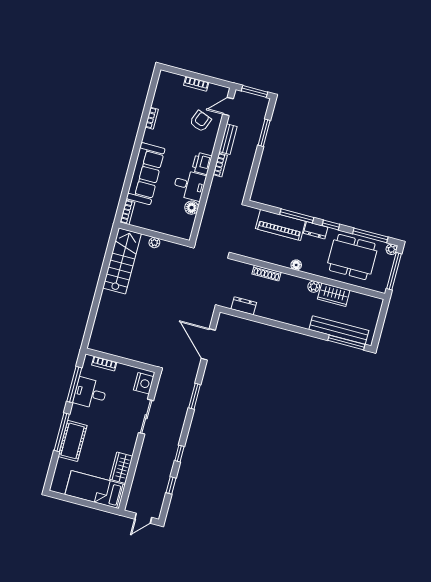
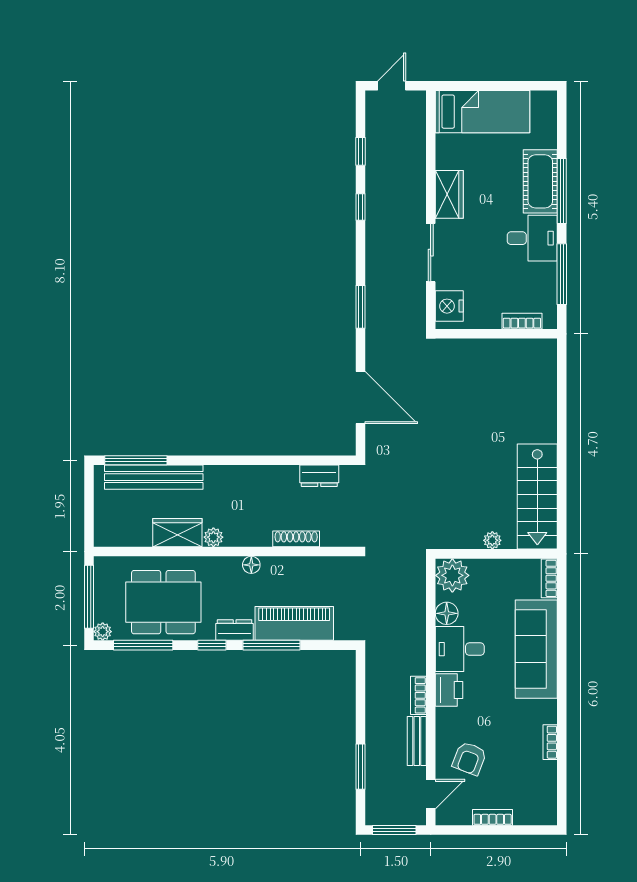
plant: (183, 228) -> (452, 575), added
desk: (90, 393) -> (532, 238), moved
wardrobe: (121, 468) -> (449, 194), moved

